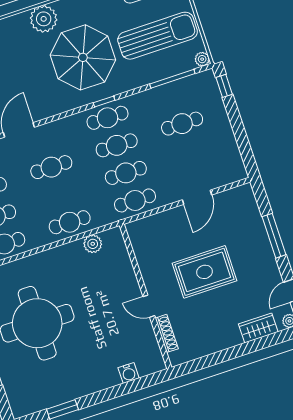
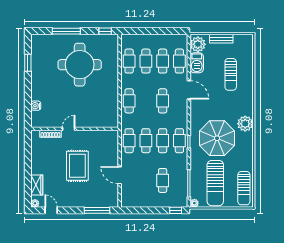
window: (274, 236) -> (97, 210), moved
plant: (93, 244) -> (113, 110), removed

